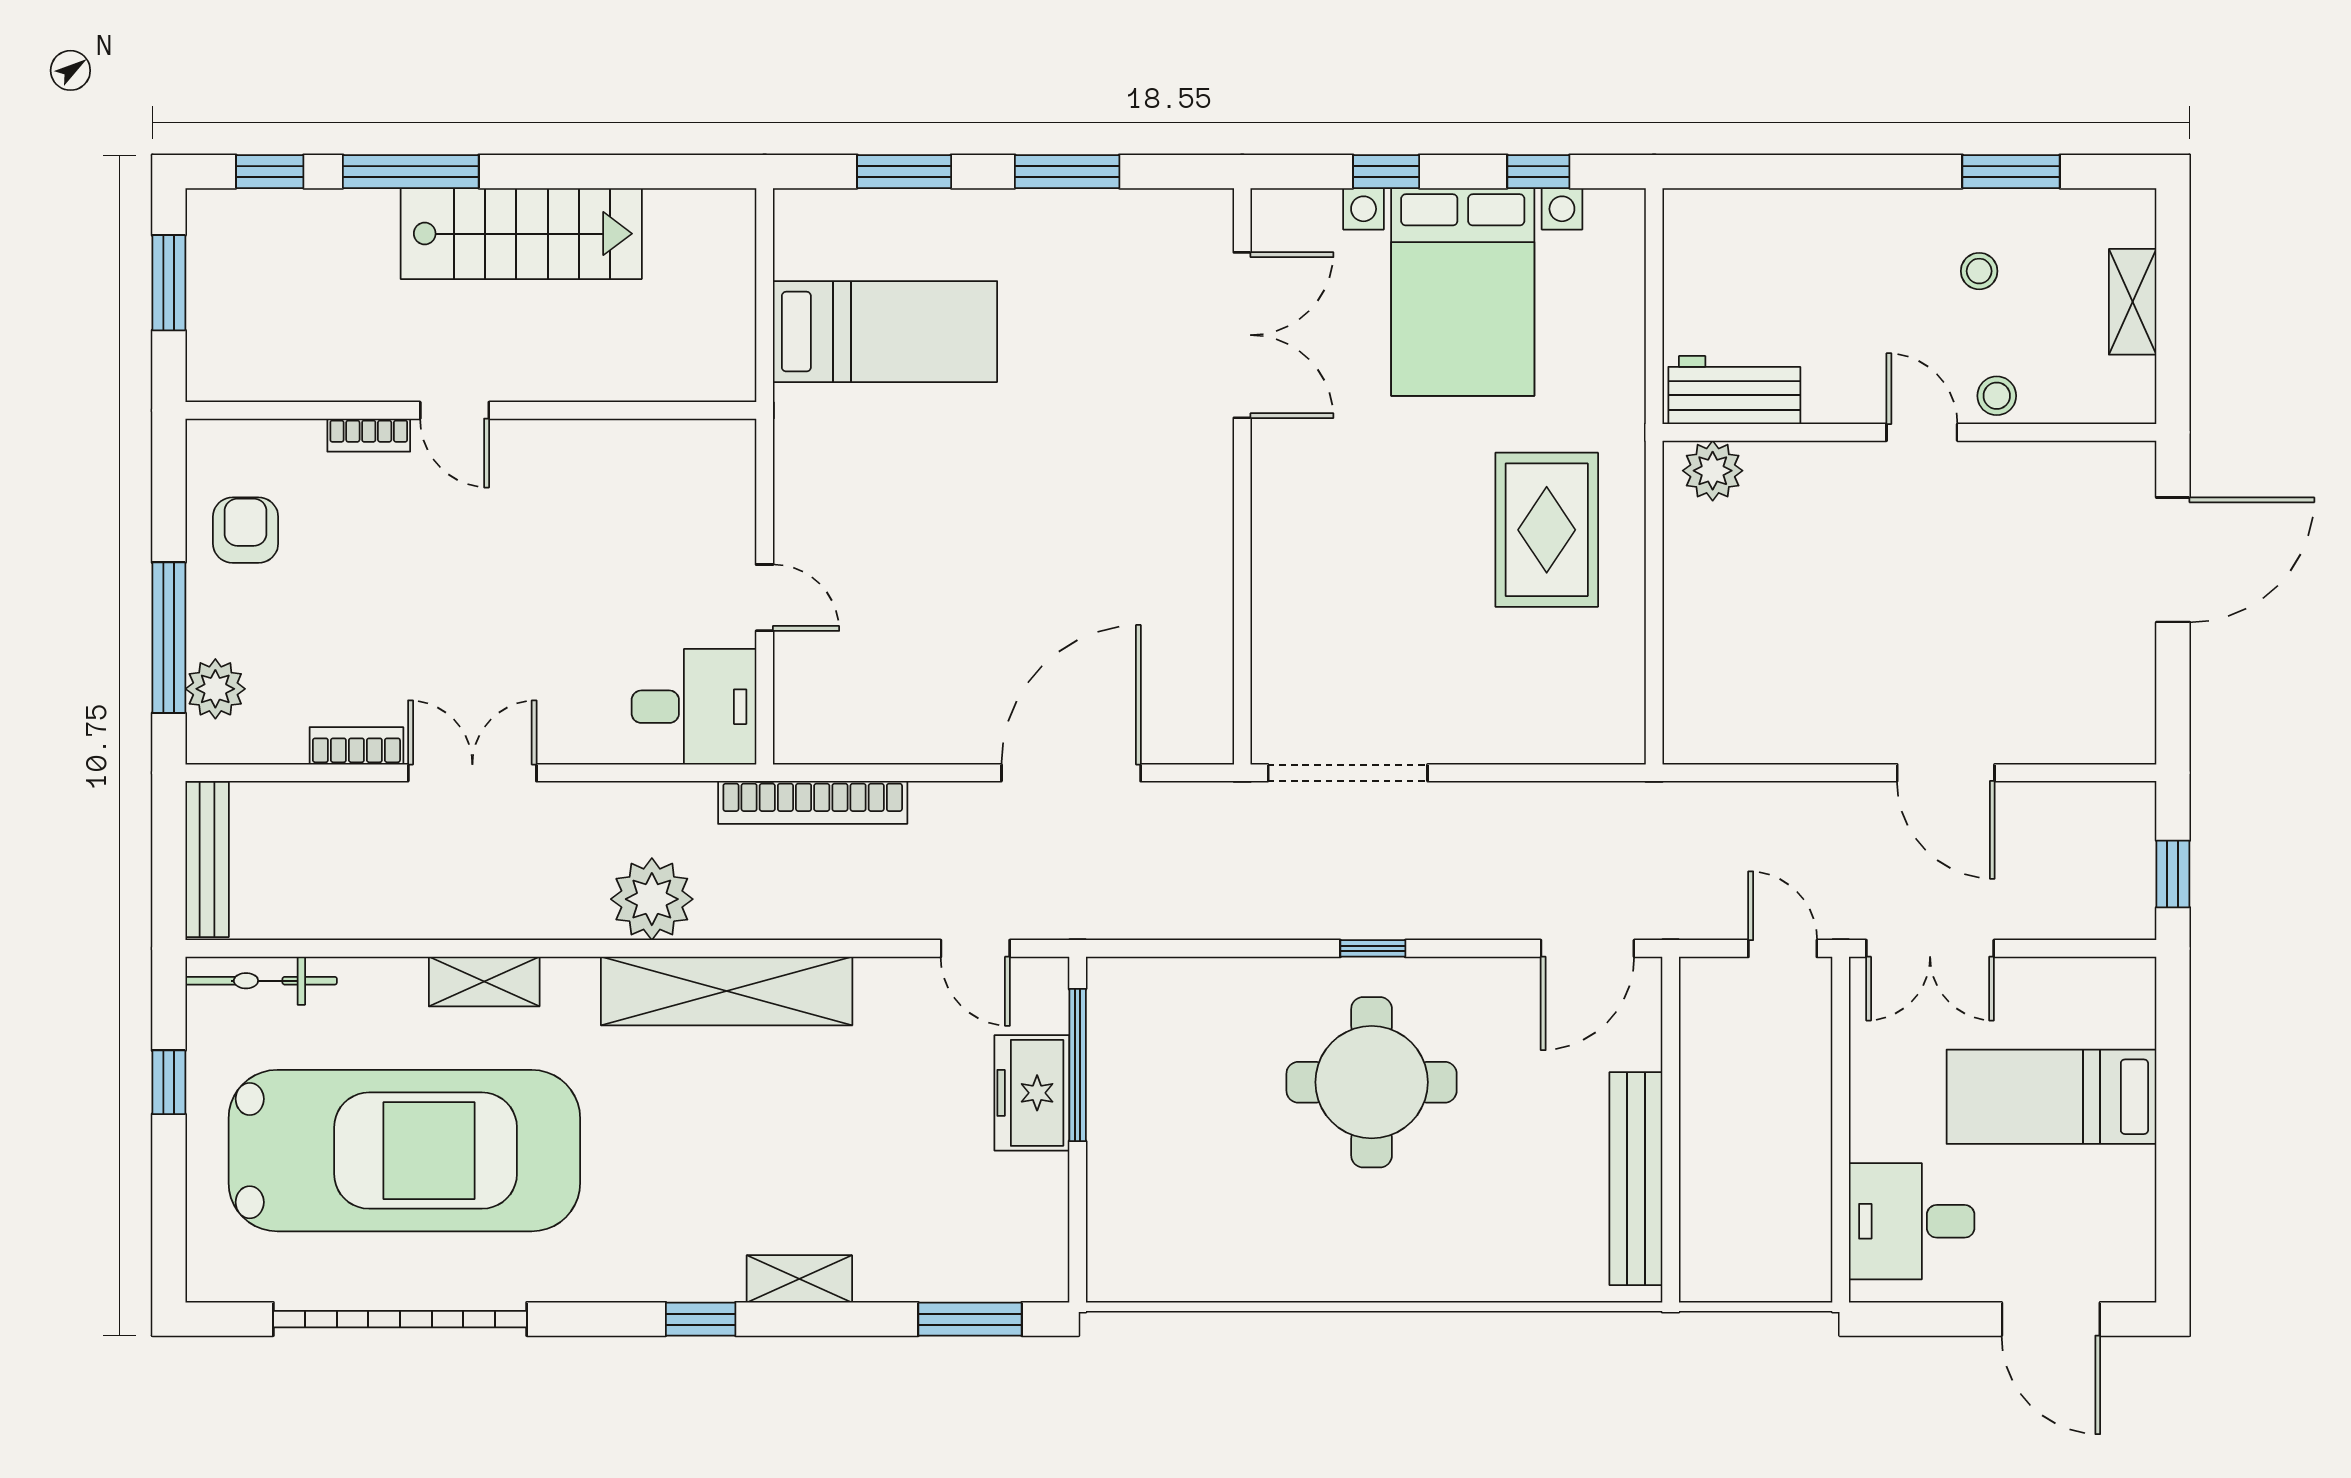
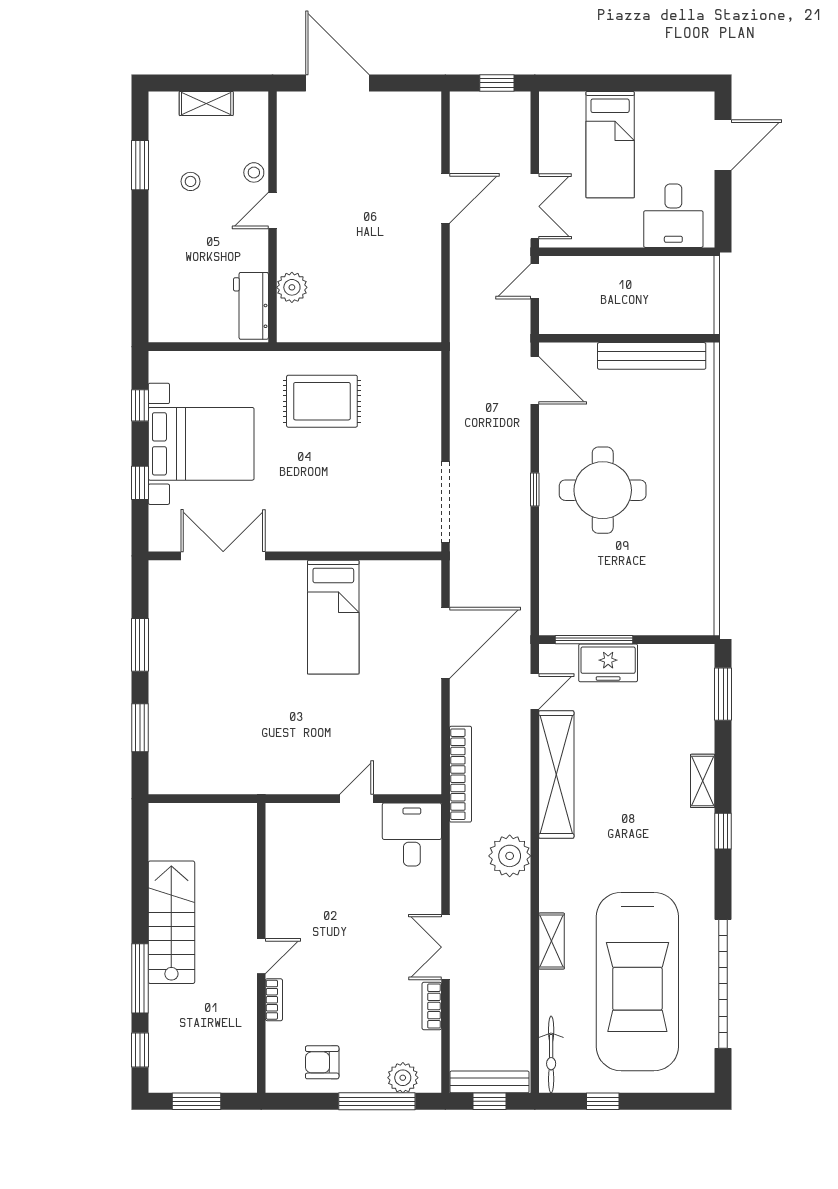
bed: (885, 332) -> (333, 617), moved, turned 180
plant: (1713, 471) -> (292, 287), moved
door: (1071, 773) -> (445, 643), swing flipped
window: (169, 860) -> (490, 1101), added
shelving: (727, 991) -> (556, 775), moved
car: (404, 1151) -> (637, 982), turned 180

